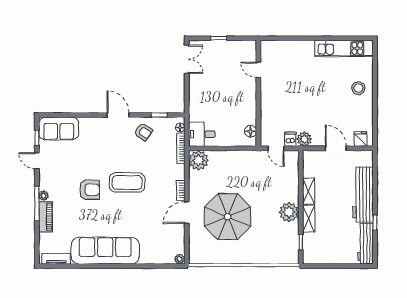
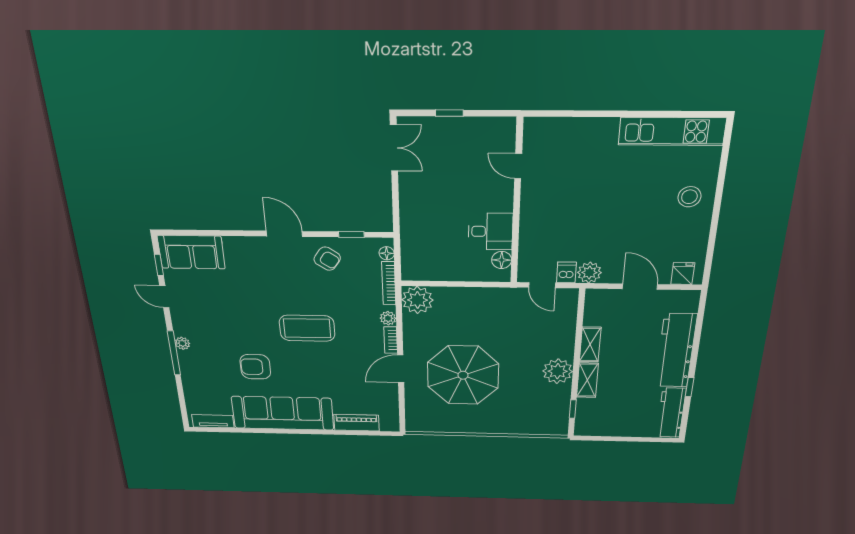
desk: (202, 134) -> (490, 231), moved, turned 180
armchair: (90, 190) -> (255, 367), moved, turned 180
piano: (46, 217) -> (357, 423), moved, turned -90
plant: (180, 259) -> (388, 318), moved

